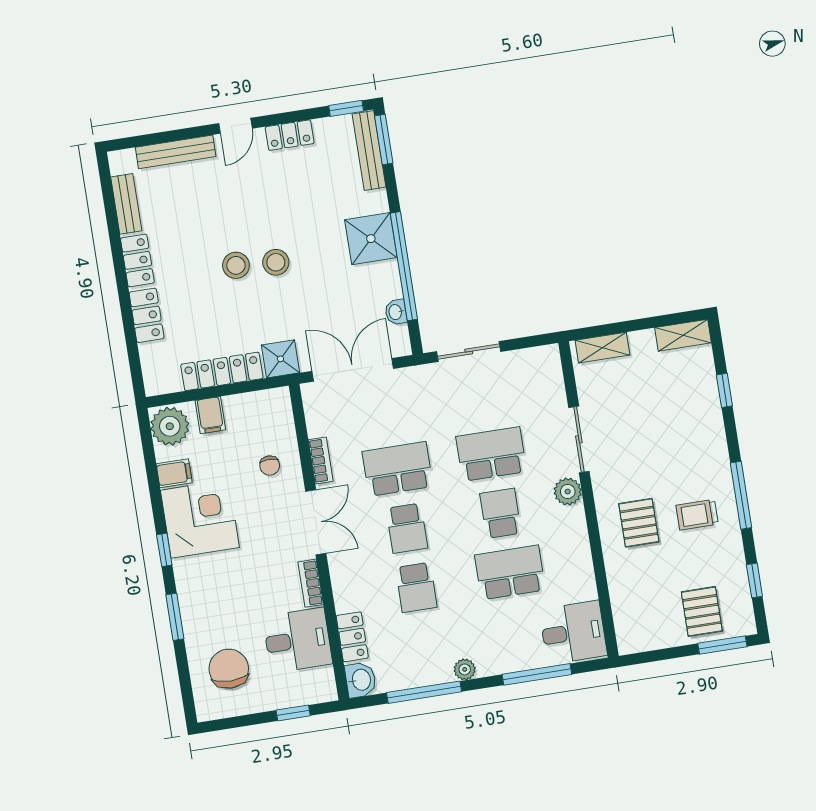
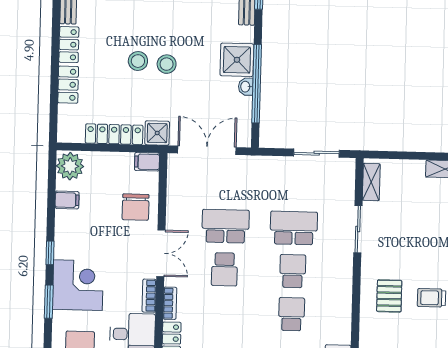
washbasin: (396, 312) -> (246, 87), moved
shelving: (602, 348) -> (371, 182), moved, turned 90
sliding door: (469, 351) -> (317, 153), moved
filing cabinet: (210, 415) -> (147, 162), moved, turned 90
bookcase: (321, 460) -> (170, 303), moved
chair: (270, 466) -> (136, 207), width x1.87, depth x1.87
plant: (568, 492) -> (343, 265), removed
corner desk: (200, 519) -> (78, 285), moved
school desk: (510, 572) -> (292, 314), width x0.54
school desk: (416, 587) -> (223, 312), removed

